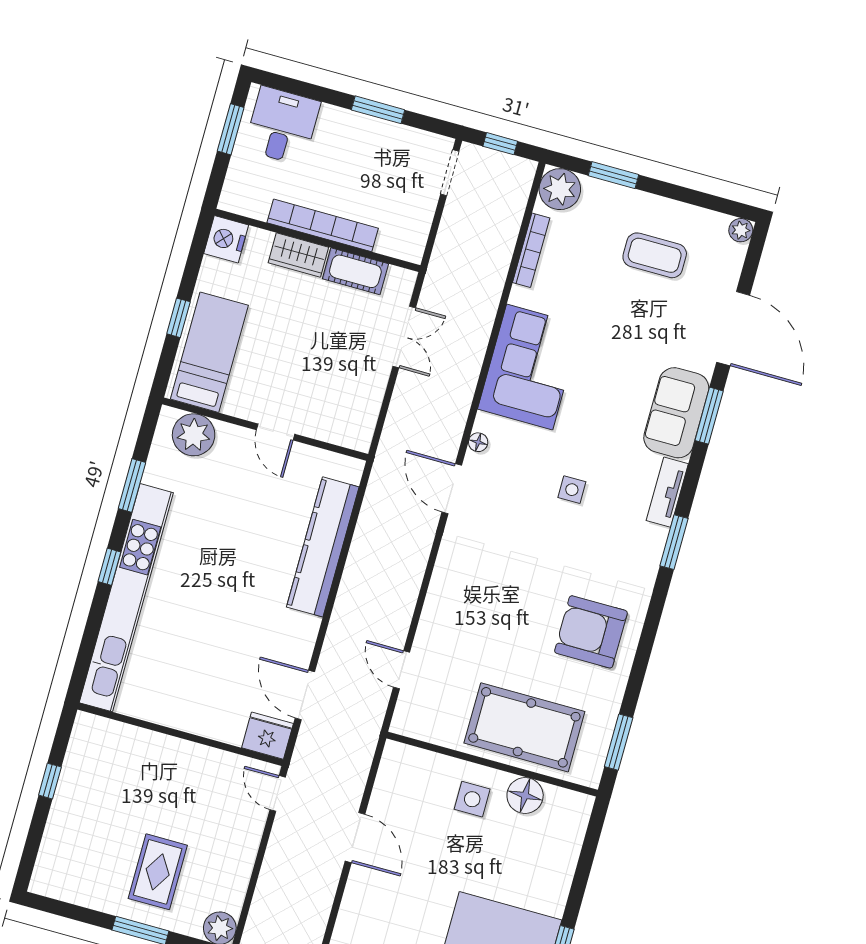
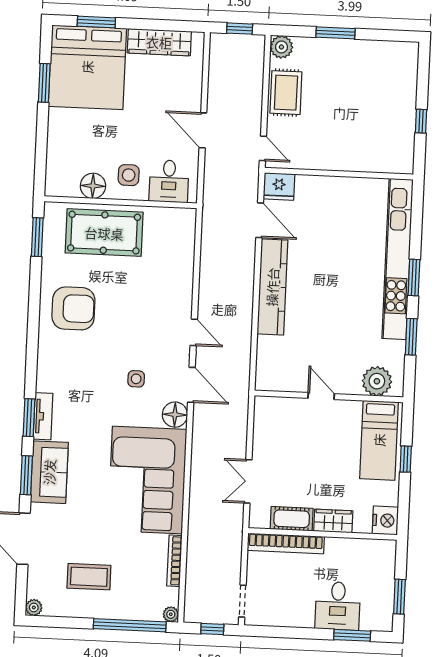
window: (378, 110) -> (352, 635), moved
desk: (282, 126) -> (338, 606), moved
window: (614, 175) -> (130, 625), width x2.11
plant: (560, 189) -> (171, 614), width x0.53, depth x0.53
bookcase: (323, 225) -> (286, 543), moved
corner sofa: (530, 367) -> (147, 480), width x1.36, depth x1.36
floor lamp: (478, 442) -> (175, 415), width x1.89, depth x1.89
side table: (572, 490) -> (136, 379), moved
window: (674, 542) -> (29, 418), moved
kitchen counter: (323, 547) -> (272, 287), moved
window: (109, 567) -> (414, 277), width x1.50
door: (402, 670) -> (194, 332), moved
desk: (418, 778) -> (169, 181), added
rug: (158, 872) -> (286, 93), moved

